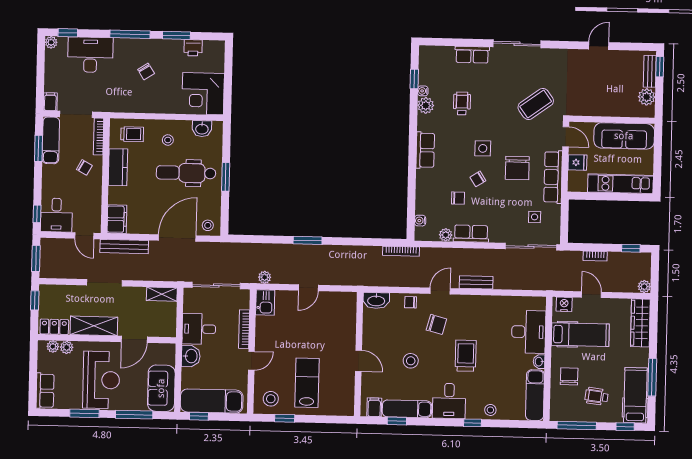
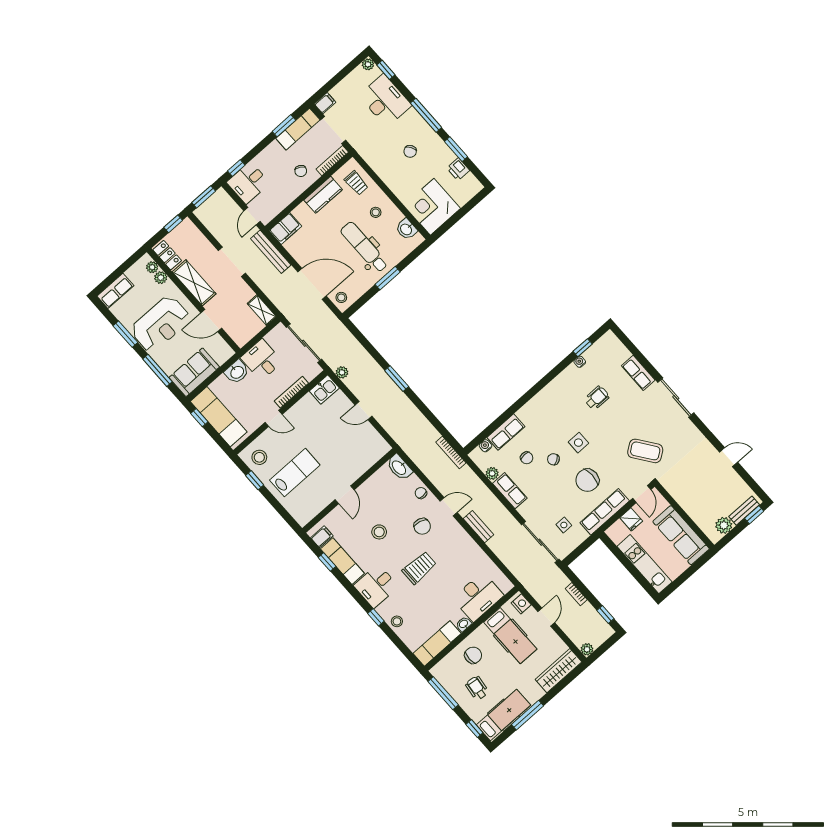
plant: (426, 105) -> (571, 373), removed
row of seats: (425, 150) -> (506, 432), moved

